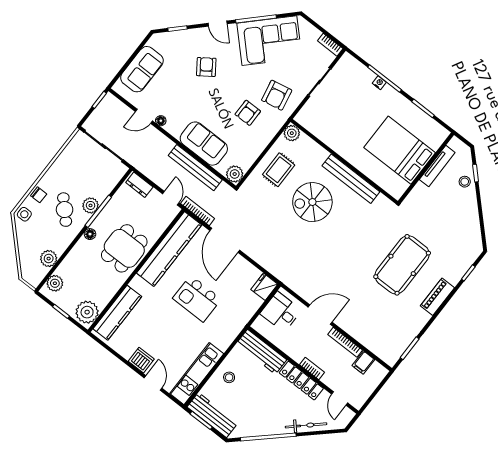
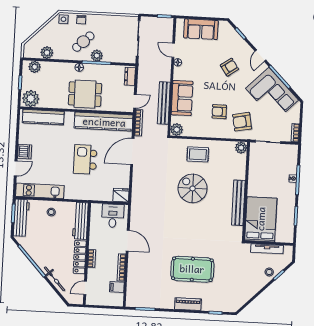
plant: (292, 133) -> (241, 148), moved
wall: (344, 162) -> (246, 191), moved
bench: (351, 179) -> (238, 203), moved

